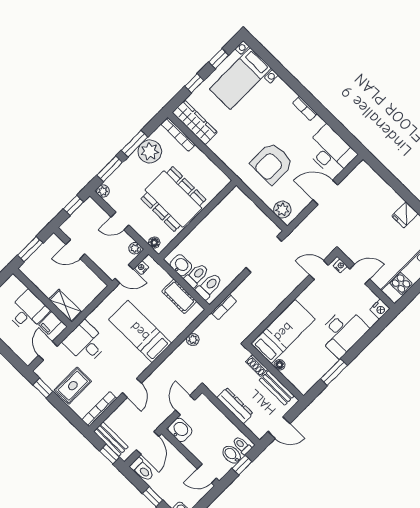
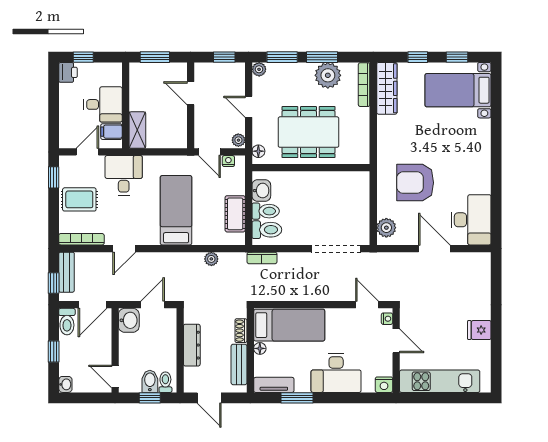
bookcase: (305, 108) -> (485, 166), removed
dining table: (173, 199) -> (309, 132), turned 90
tv unit: (311, 379) -> (274, 385), added

